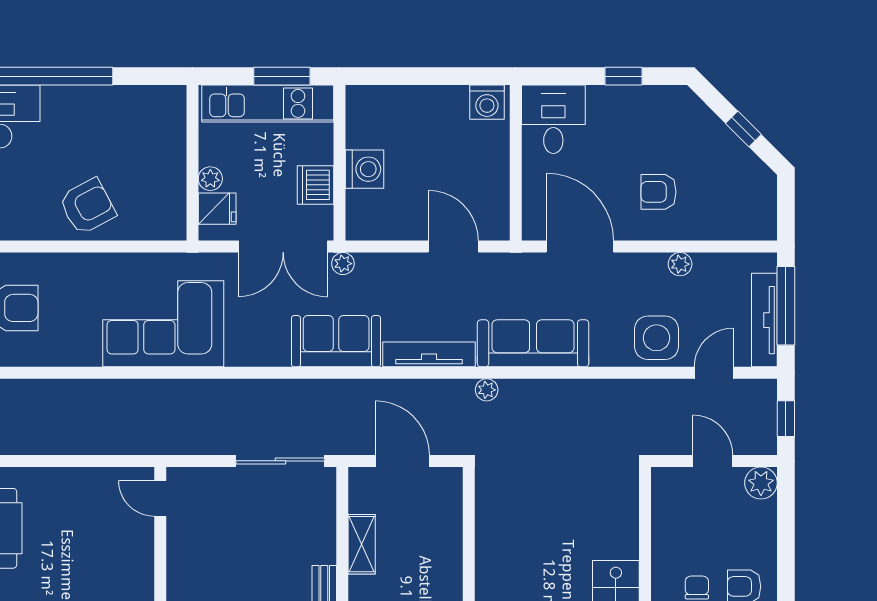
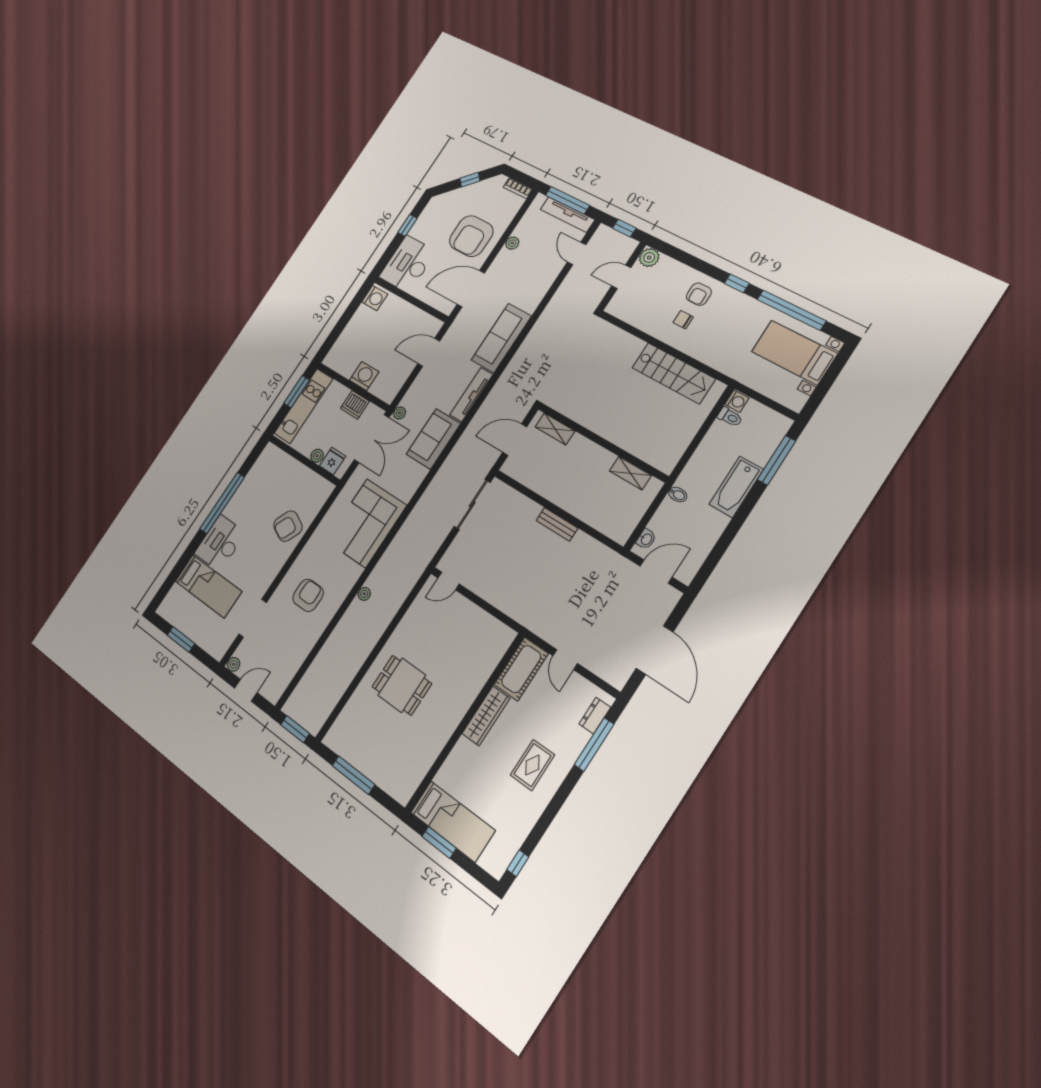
desk: (553, 119) -> (408, 264), width x1.37
armchair: (659, 192) -> (471, 236), width x1.88, depth x1.88
armchair: (87, 206) -> (288, 526), turned -126
bookcase: (767, 216) -> (518, 188), added
side table: (656, 338) -> (540, 274), removed
plant: (487, 390) -> (364, 594), moved
shelving: (362, 544) -> (555, 429), moved

